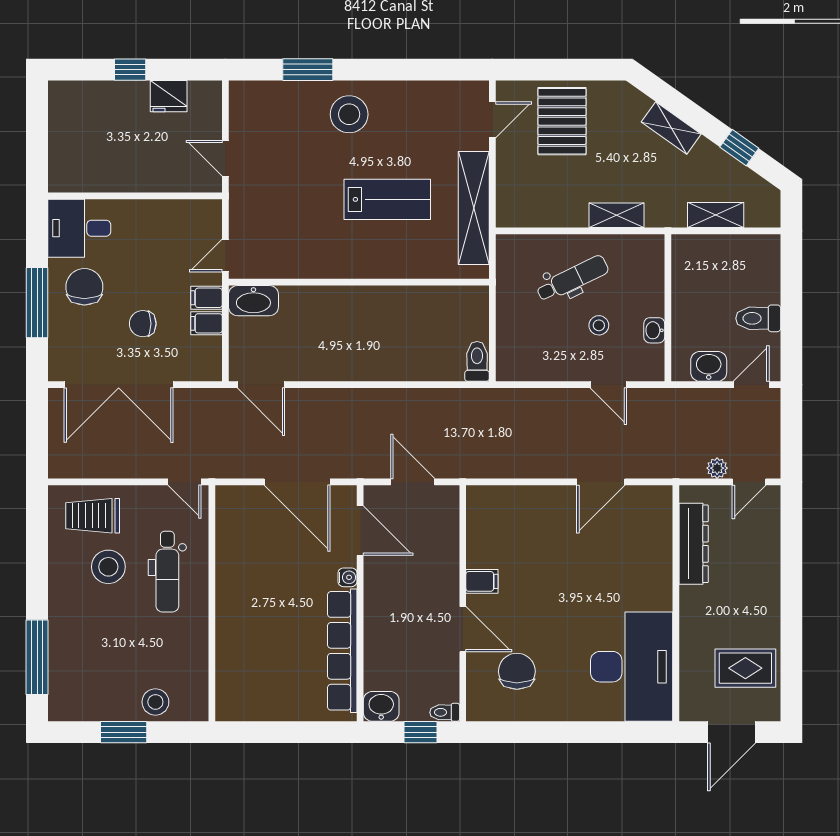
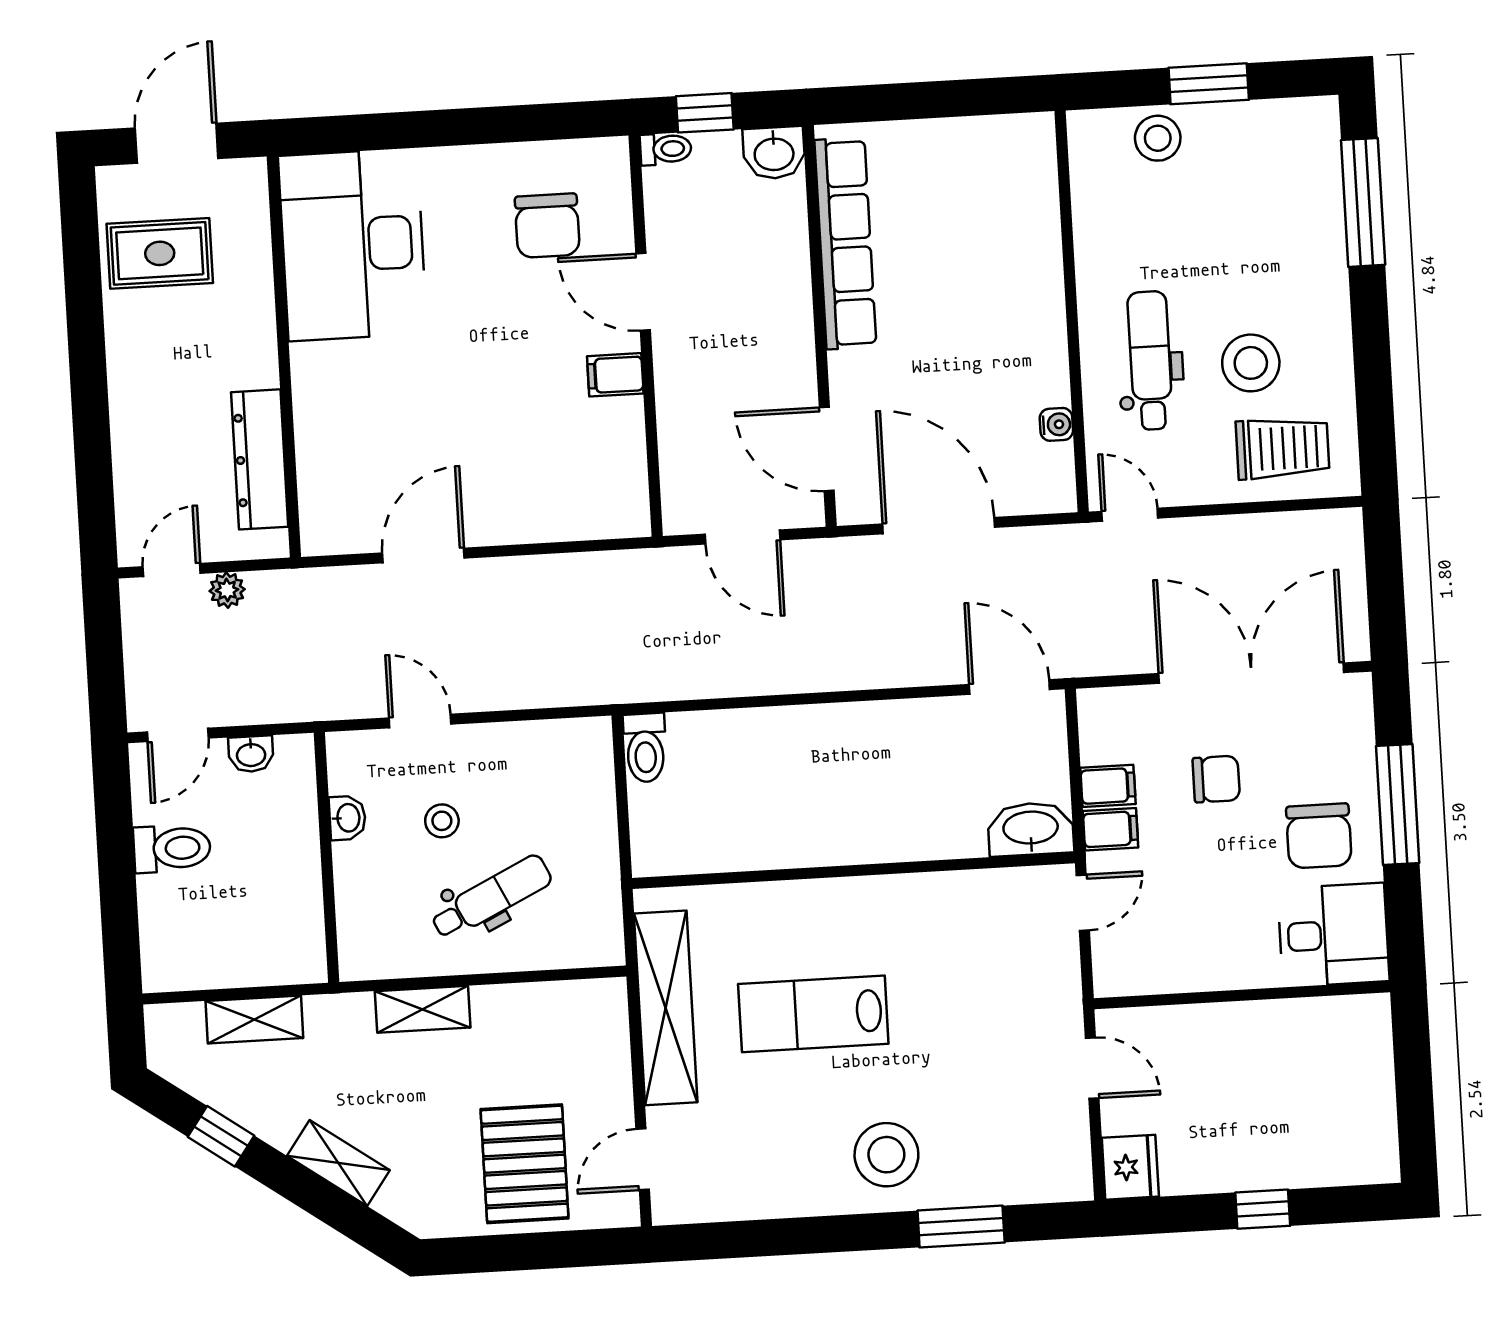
fridge: (169, 96) -> (1130, 1167), moved, turned 90
dental chair: (572, 279) -> (491, 897), turned 180
washbasin: (709, 366) -> (251, 754), width x0.72, depth x0.69
water cooler: (348, 577) -> (1056, 424), moved, turned 180

